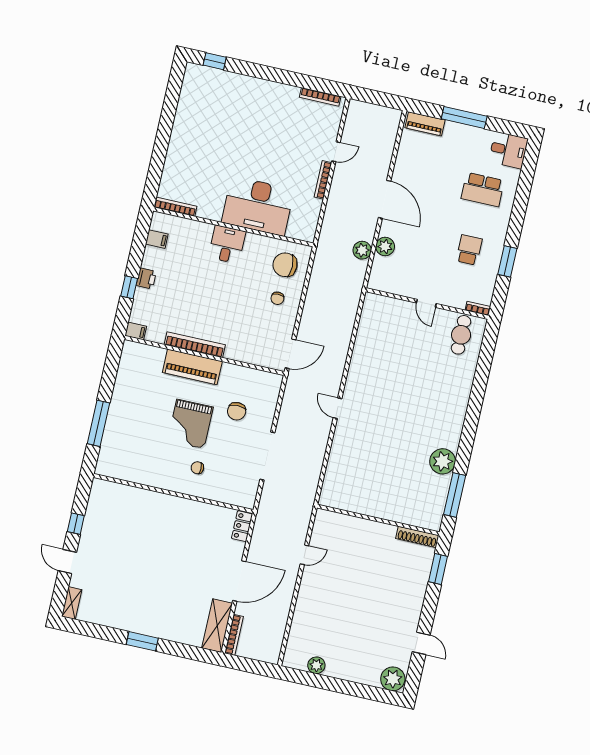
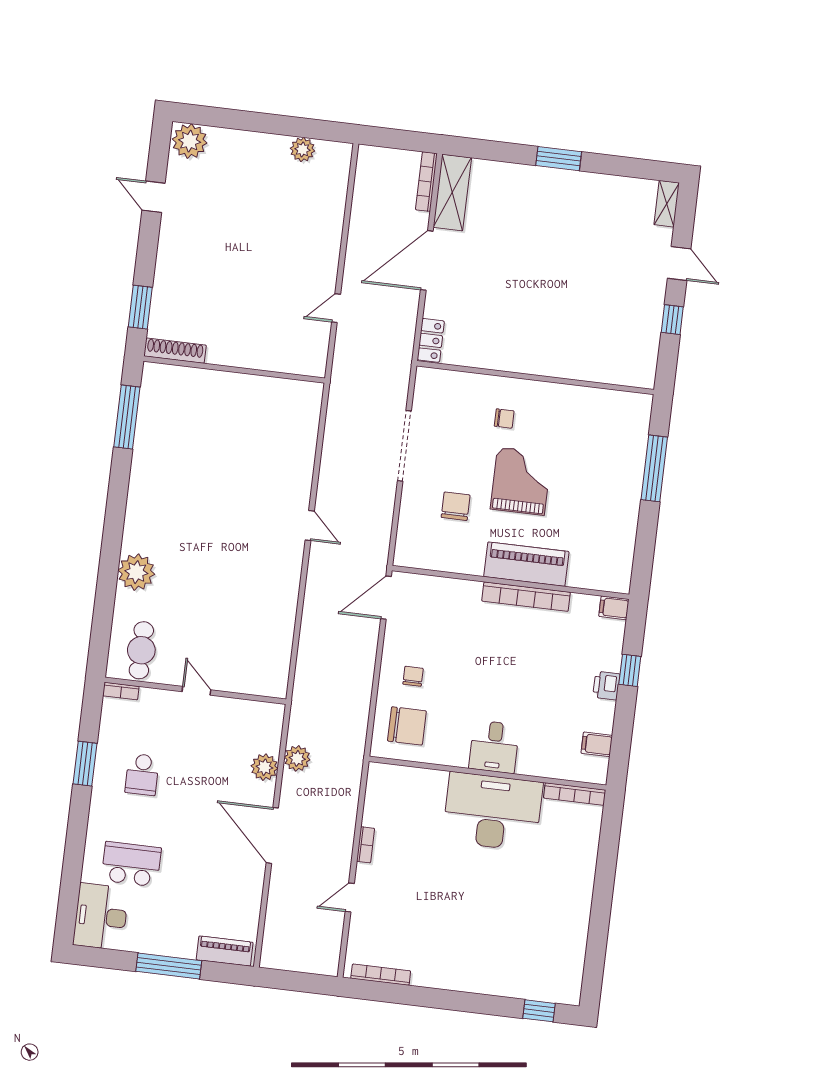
desk: (508, 150) -> (101, 917), width x1.37
bookcase: (323, 180) -> (366, 845), width x0.64
desk: (258, 206) -> (492, 812), moved
plant: (443, 461) -> (136, 572), moved

